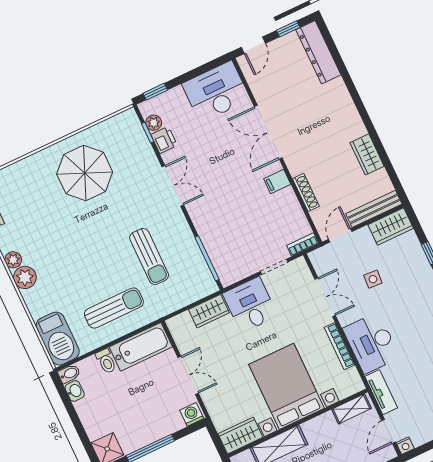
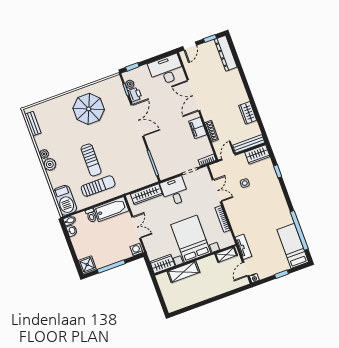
filing cabinet: (277, 181) -> (198, 128), width x2.00
double door: (173, 186) -> (137, 121), width x1.37
sun lounger: (149, 256) -> (91, 160), moved
wardrobe: (209, 311) -> (146, 194), width x1.50
desk: (371, 343) -> (241, 219), removed

